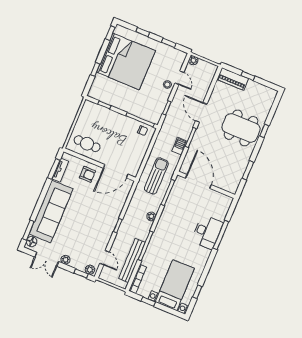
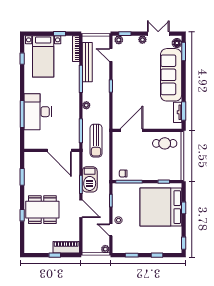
bed: (126, 61) -> (161, 207), moved
barbecue: (180, 146) -> (90, 179), width x1.88, depth x1.53
armchair: (87, 174) -> (154, 118), removed
desk: (207, 232) -> (38, 112), width x1.36, depth x1.30

